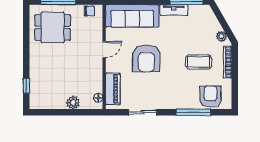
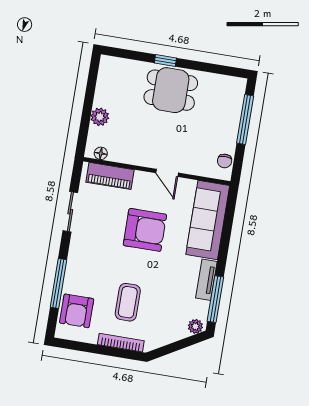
dining table: (53, 27) -> (171, 90), moved, turned 90
plant: (221, 36) -> (195, 326), moved
armchair: (146, 58) -> (145, 230), turned 180
window: (26, 86) -> (165, 60), moved
armchair: (210, 96) -> (77, 311), turned 90

